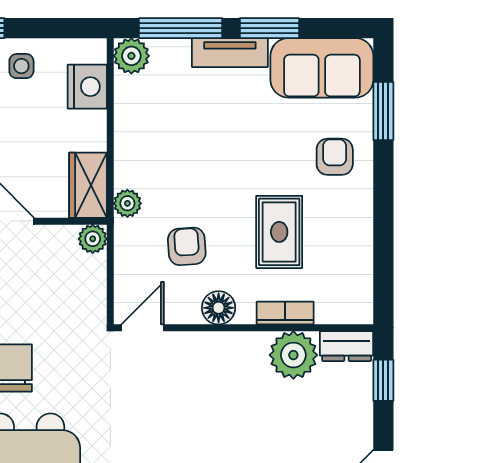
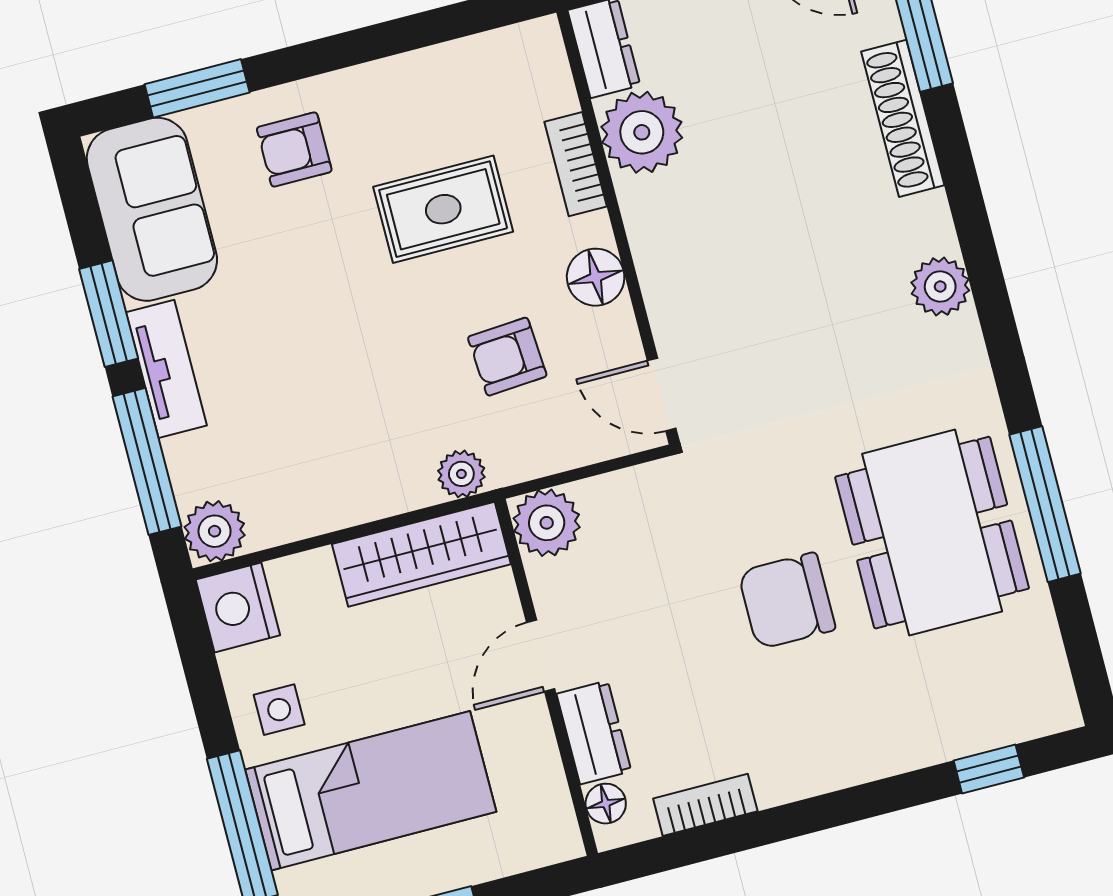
nightstand: (87, 87) -> (238, 607), moved, turned -90
wardrobe: (88, 185) -> (421, 554), width x1.50
plant: (93, 239) -> (547, 523), width x1.38, depth x1.38

